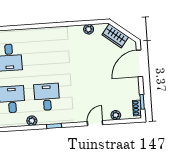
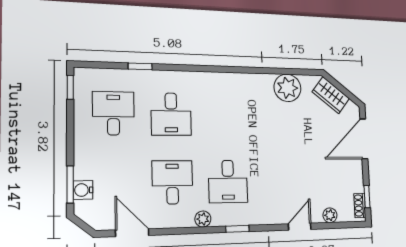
plant: (89, 29) -> (287, 88), width x1.88, depth x1.88
desk: (47, 97) -> (228, 181), turned 180

